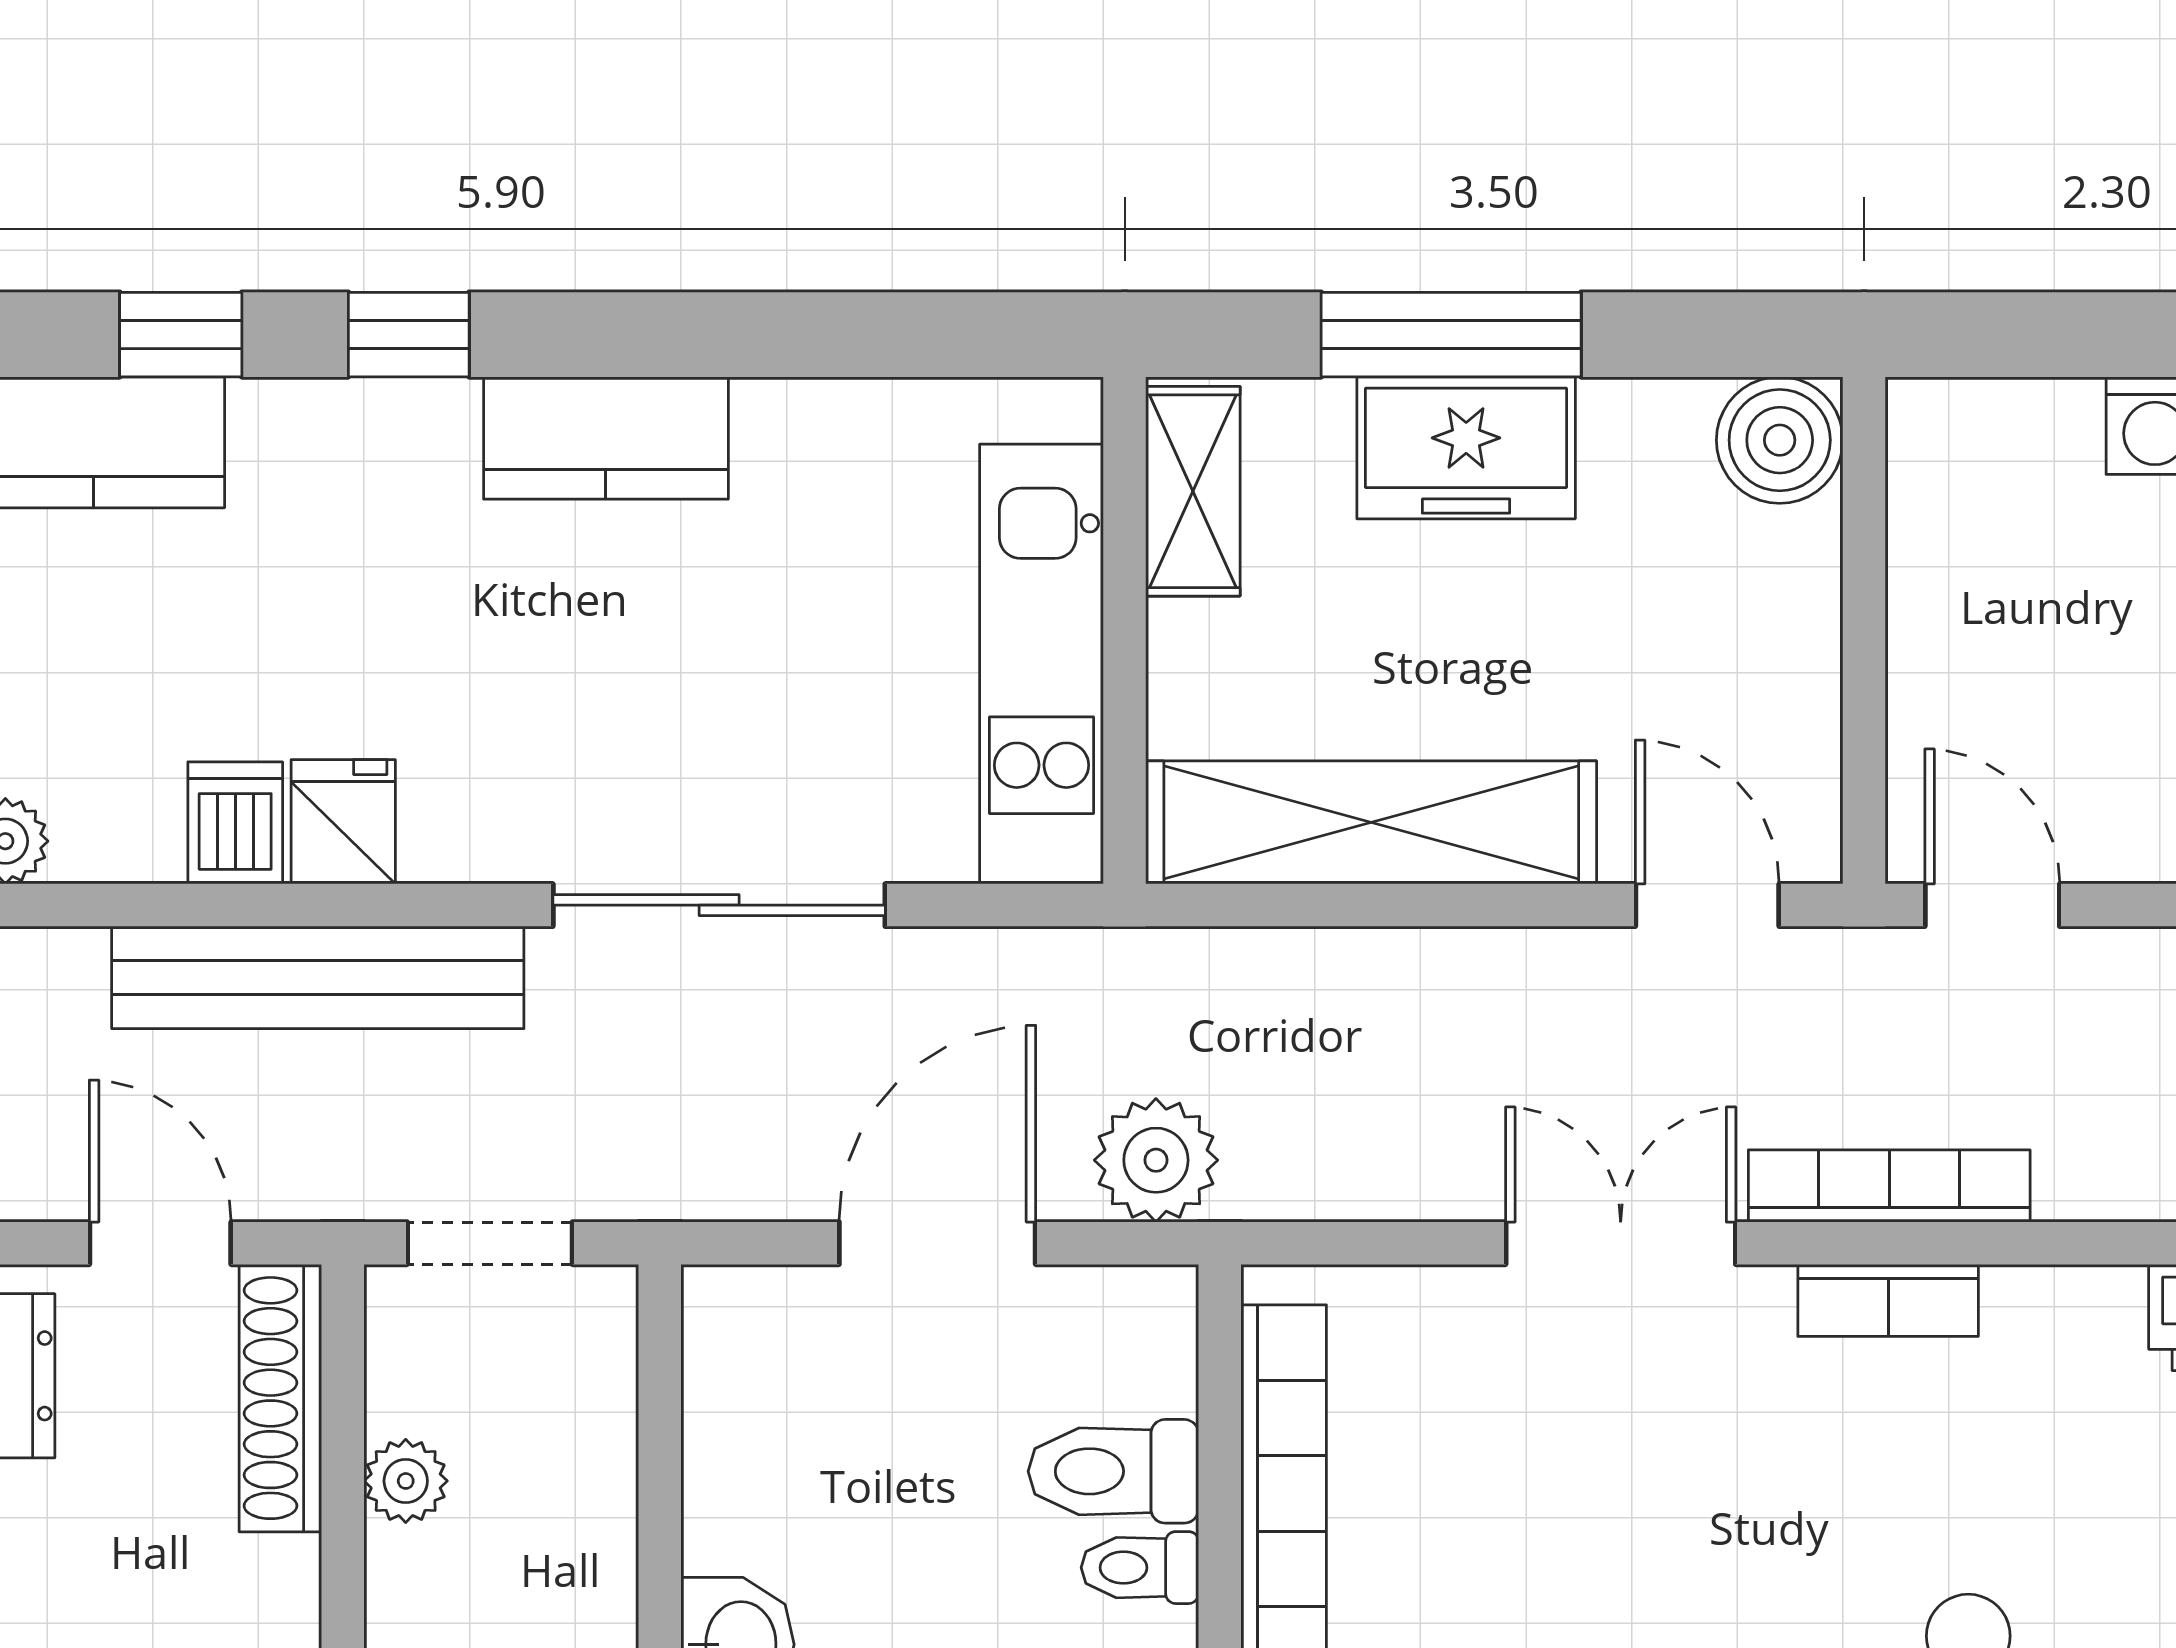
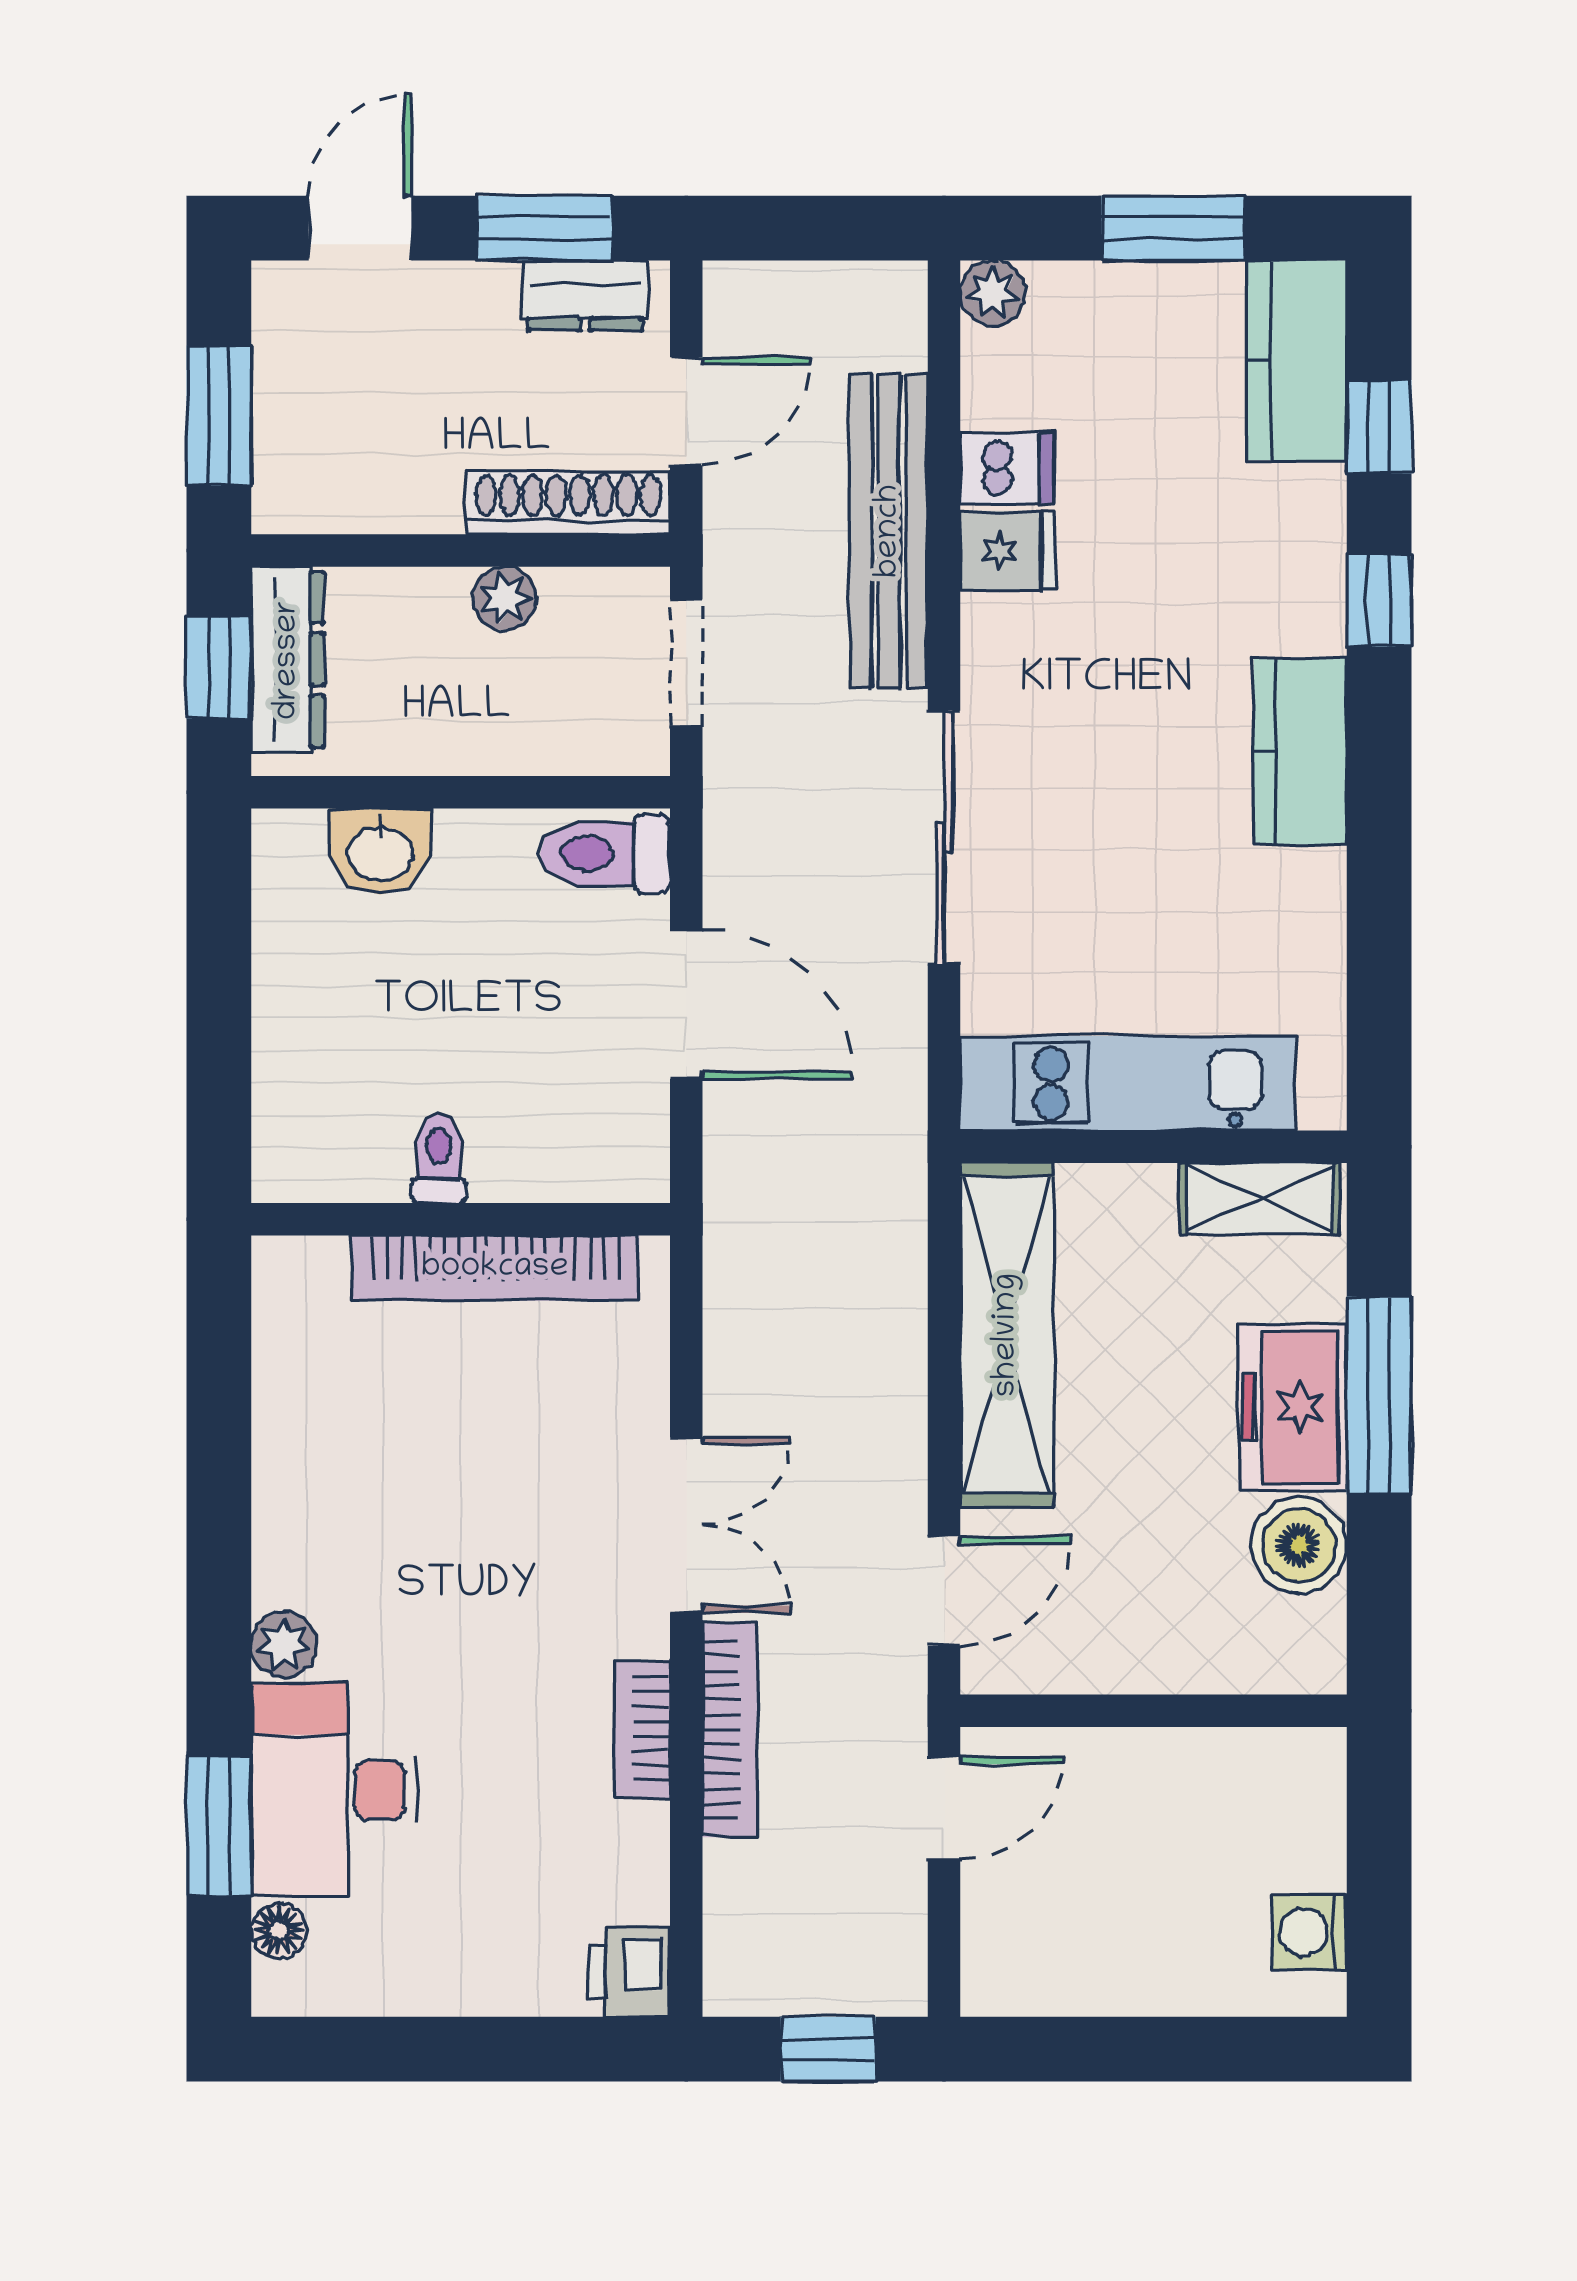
boiler: (1780, 440) -> (1299, 1545), moved
plant: (1156, 1160) -> (749, 1171), removed
toilet: (1113, 1471) -> (605, 854), moved, turned -90

